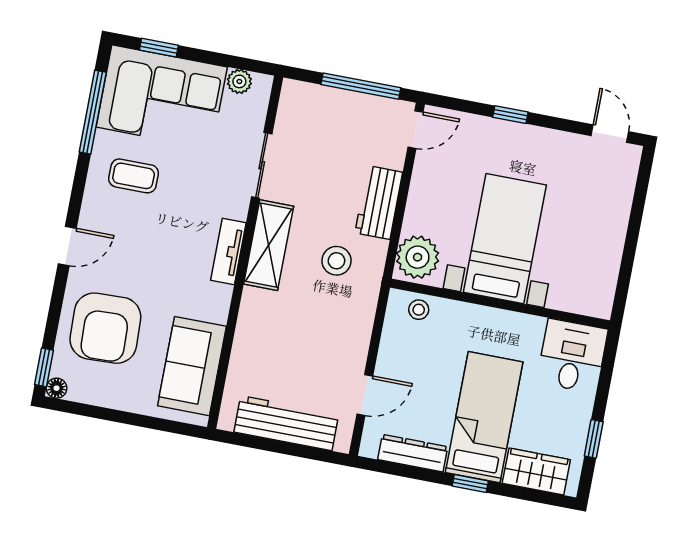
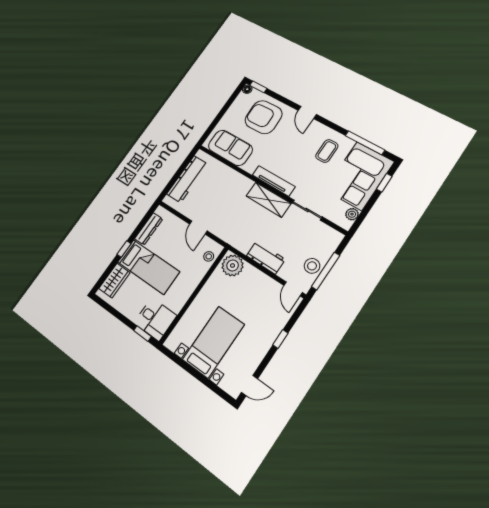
bed with nightstands: (505, 239) -> (213, 342), moved, turned -90
tv unit: (228, 251) -> (274, 181), width x1.41
stool: (336, 261) -> (312, 266), moved
door: (365, 395) -> (198, 227), moved
window: (594, 439) -> (142, 334), moved

